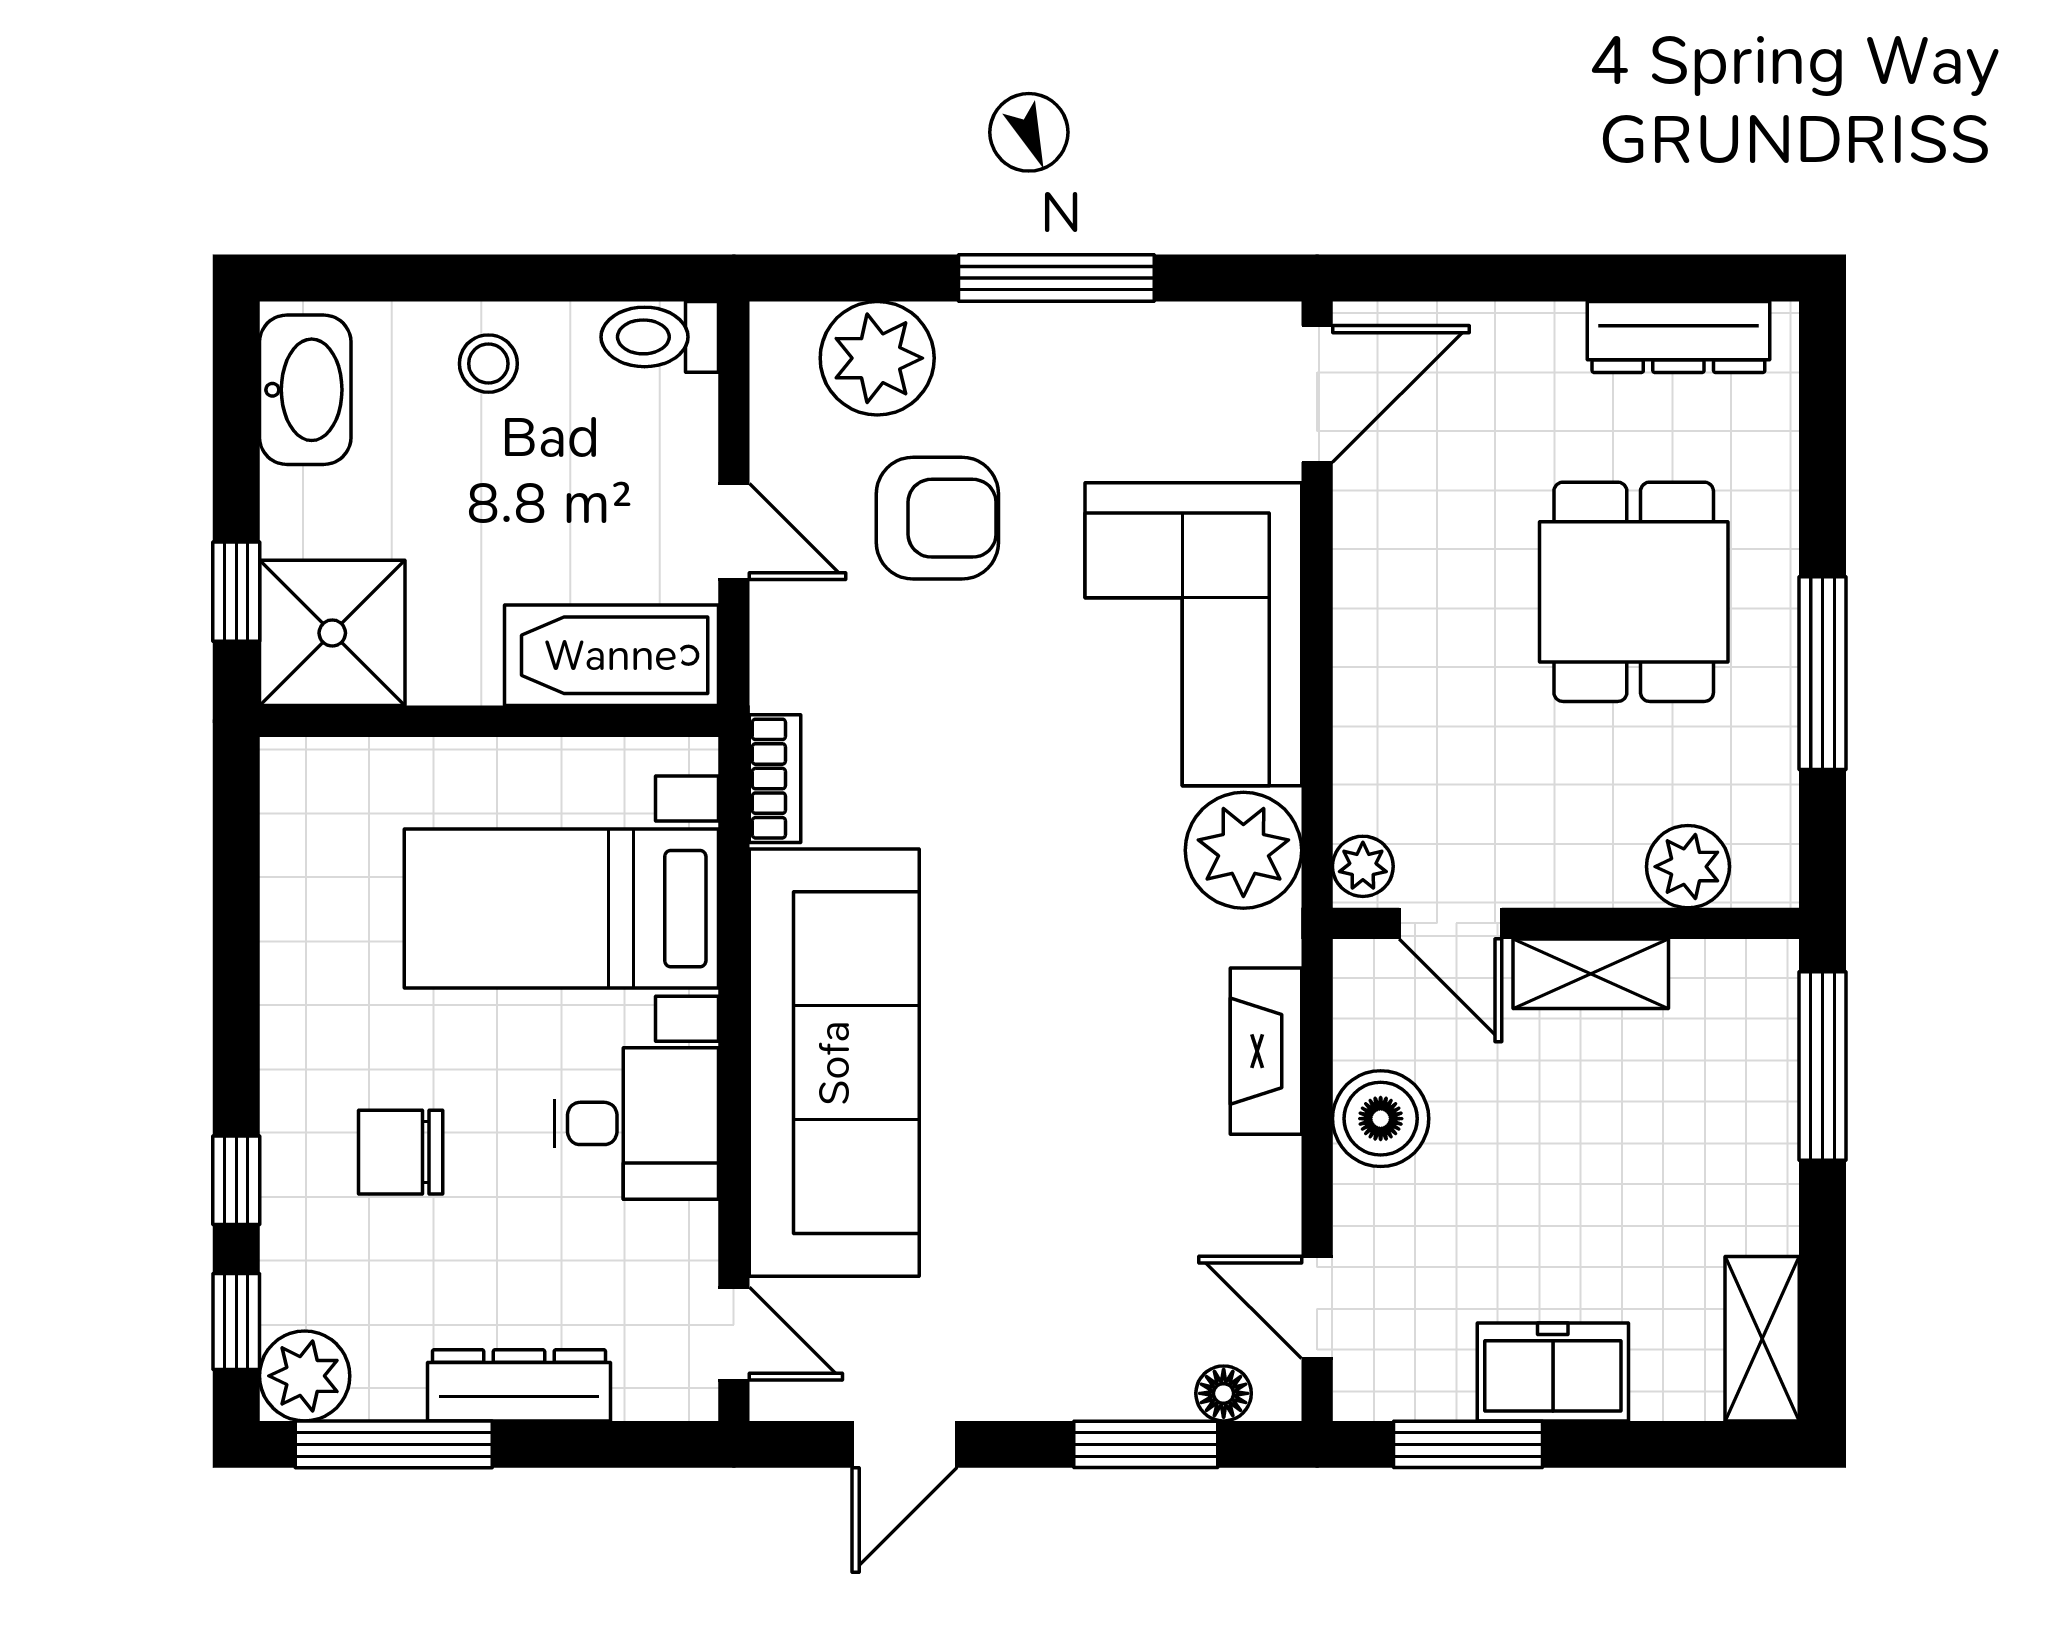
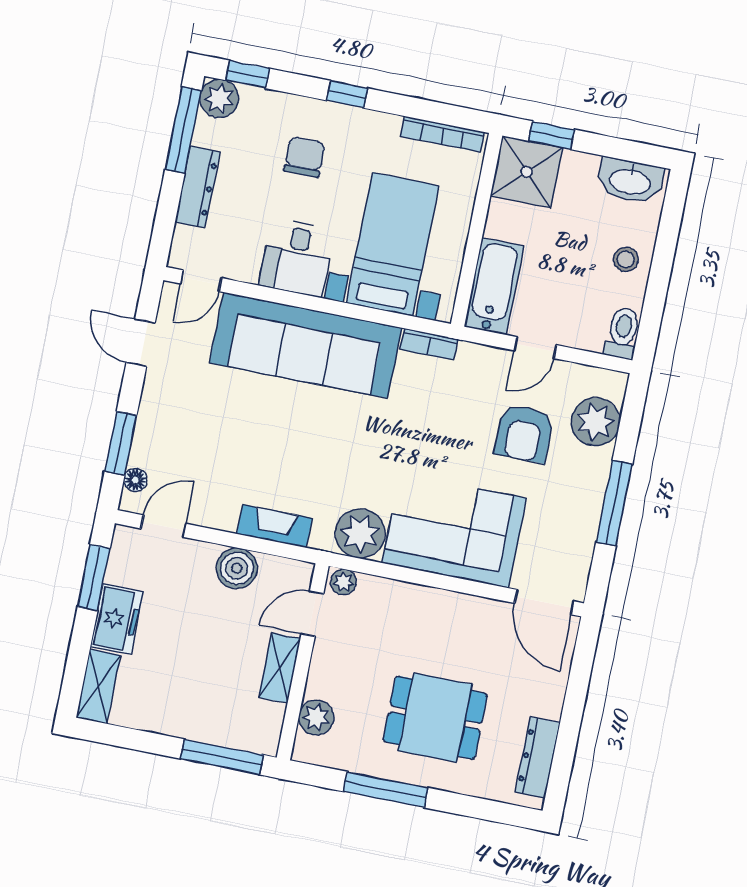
bookcase: (284, 844) -> (442, 134), added
window: (236, 1180) -> (347, 94), moved
shelving: (1762, 1339) -> (98, 686), moved, turned 90

